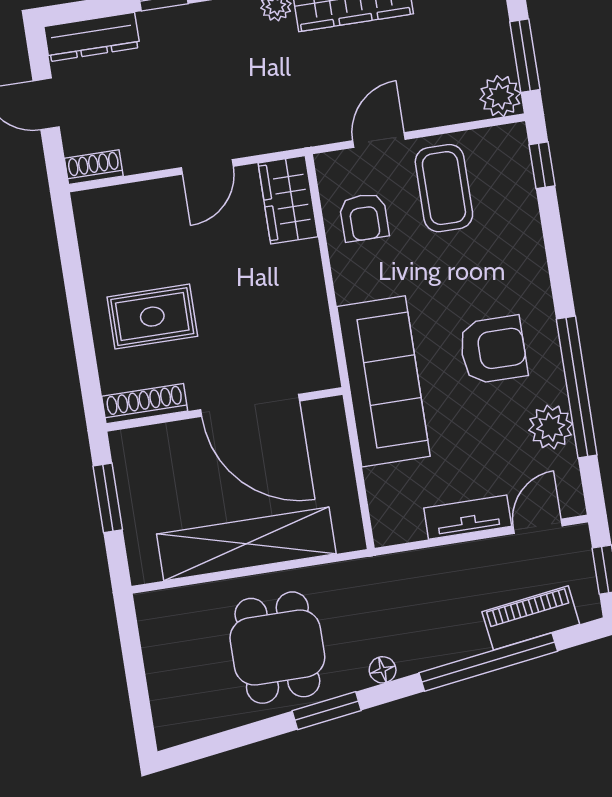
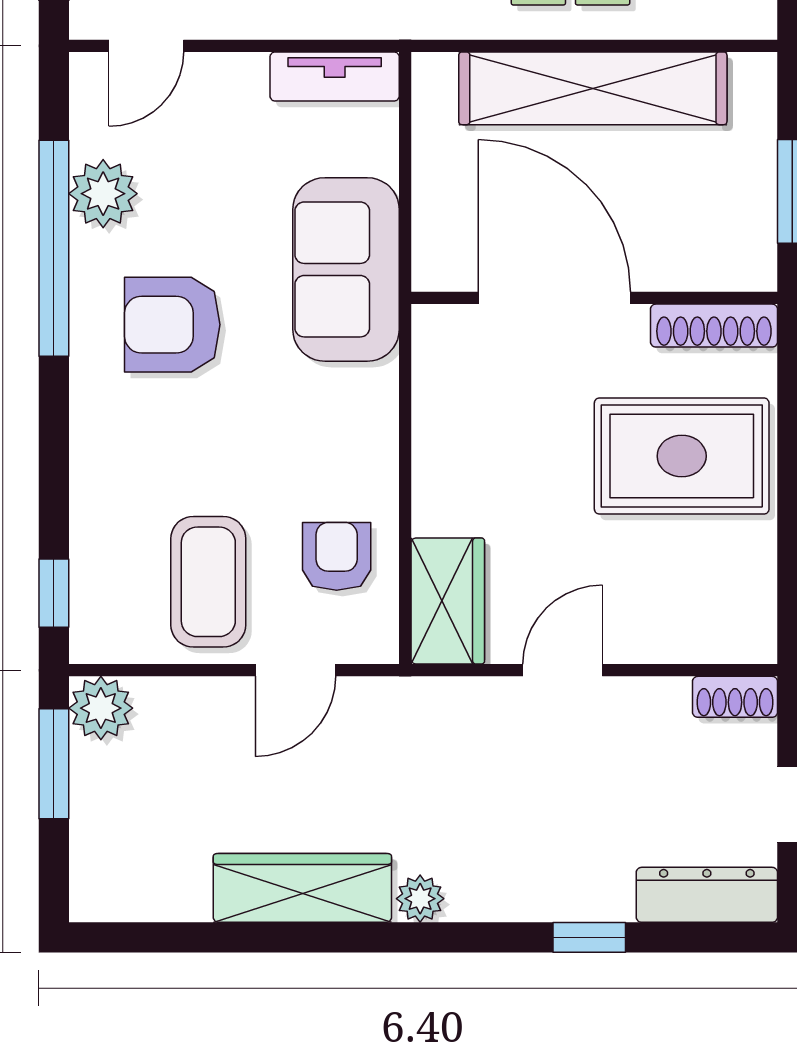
rug: (152, 317) -> (682, 456), width x1.36, depth x1.43
sofa: (383, 381) -> (346, 269), width x0.73
tv unit: (468, 517) -> (335, 76), moved

